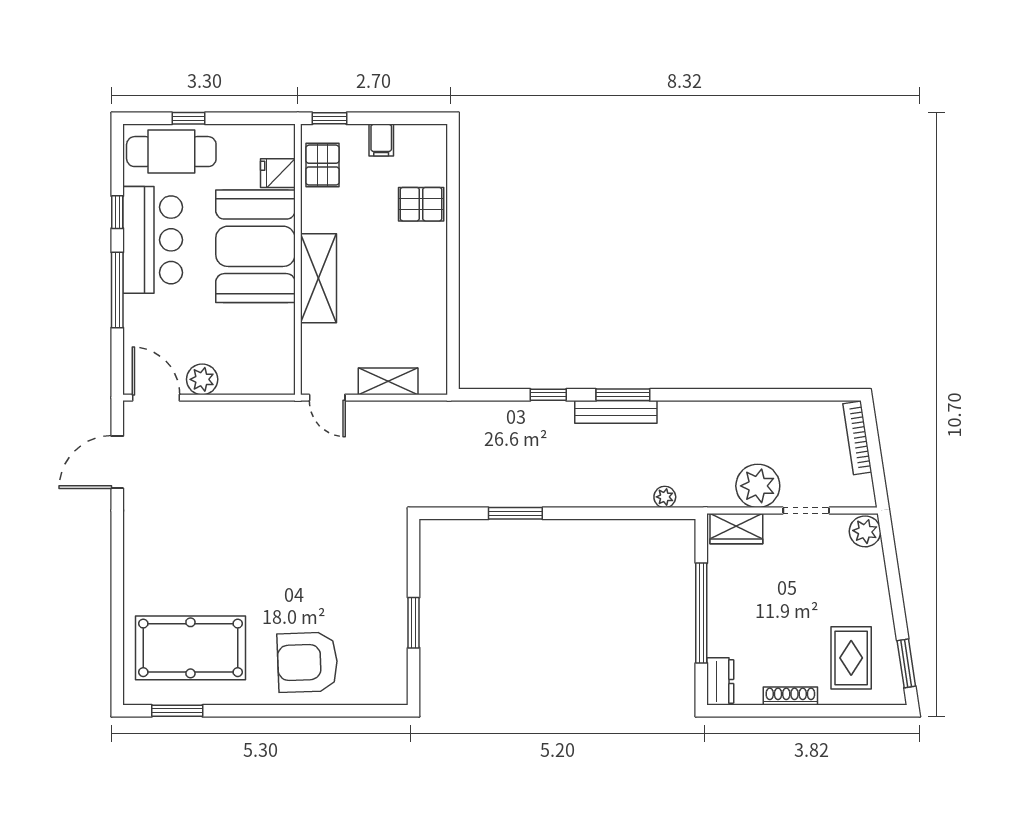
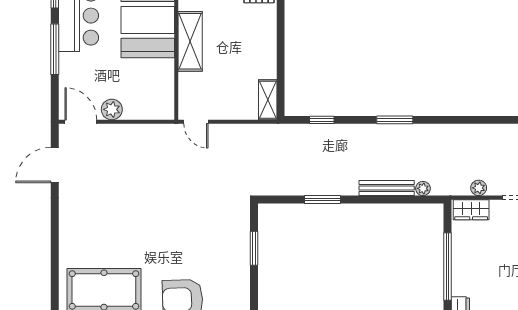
shelving: (388, 381) -> (268, 100), moved, turned 90
window: (548, 395) -> (322, 120), moved
bench: (616, 412) -> (387, 188), moved
plant: (758, 486) -> (479, 188), width x0.53, depth x0.53
window: (414, 623) -> (254, 248), moved

